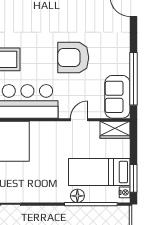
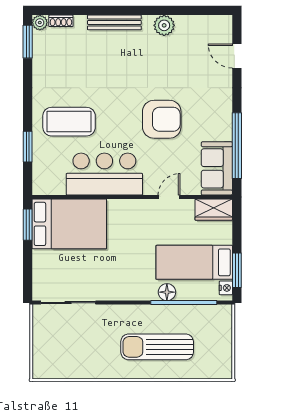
armchair: (73, 58) -> (162, 119), turned 180

